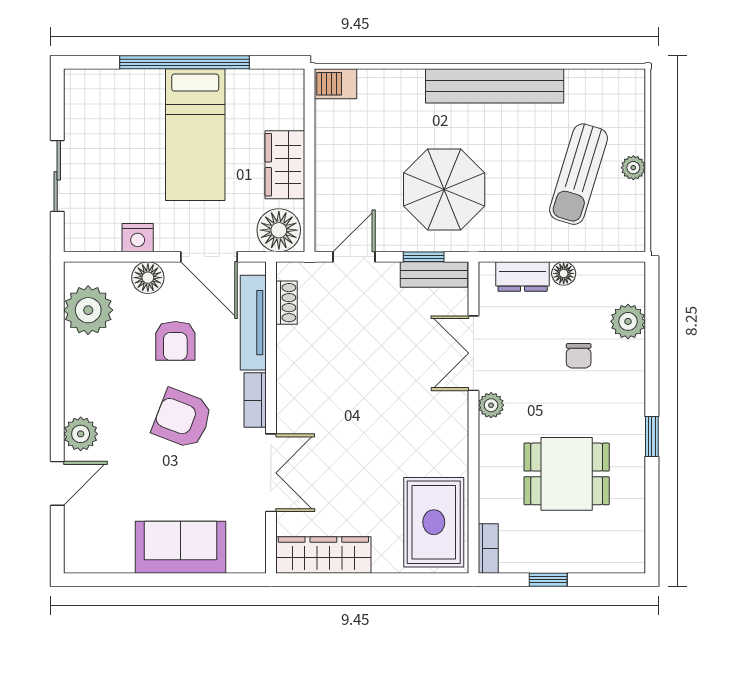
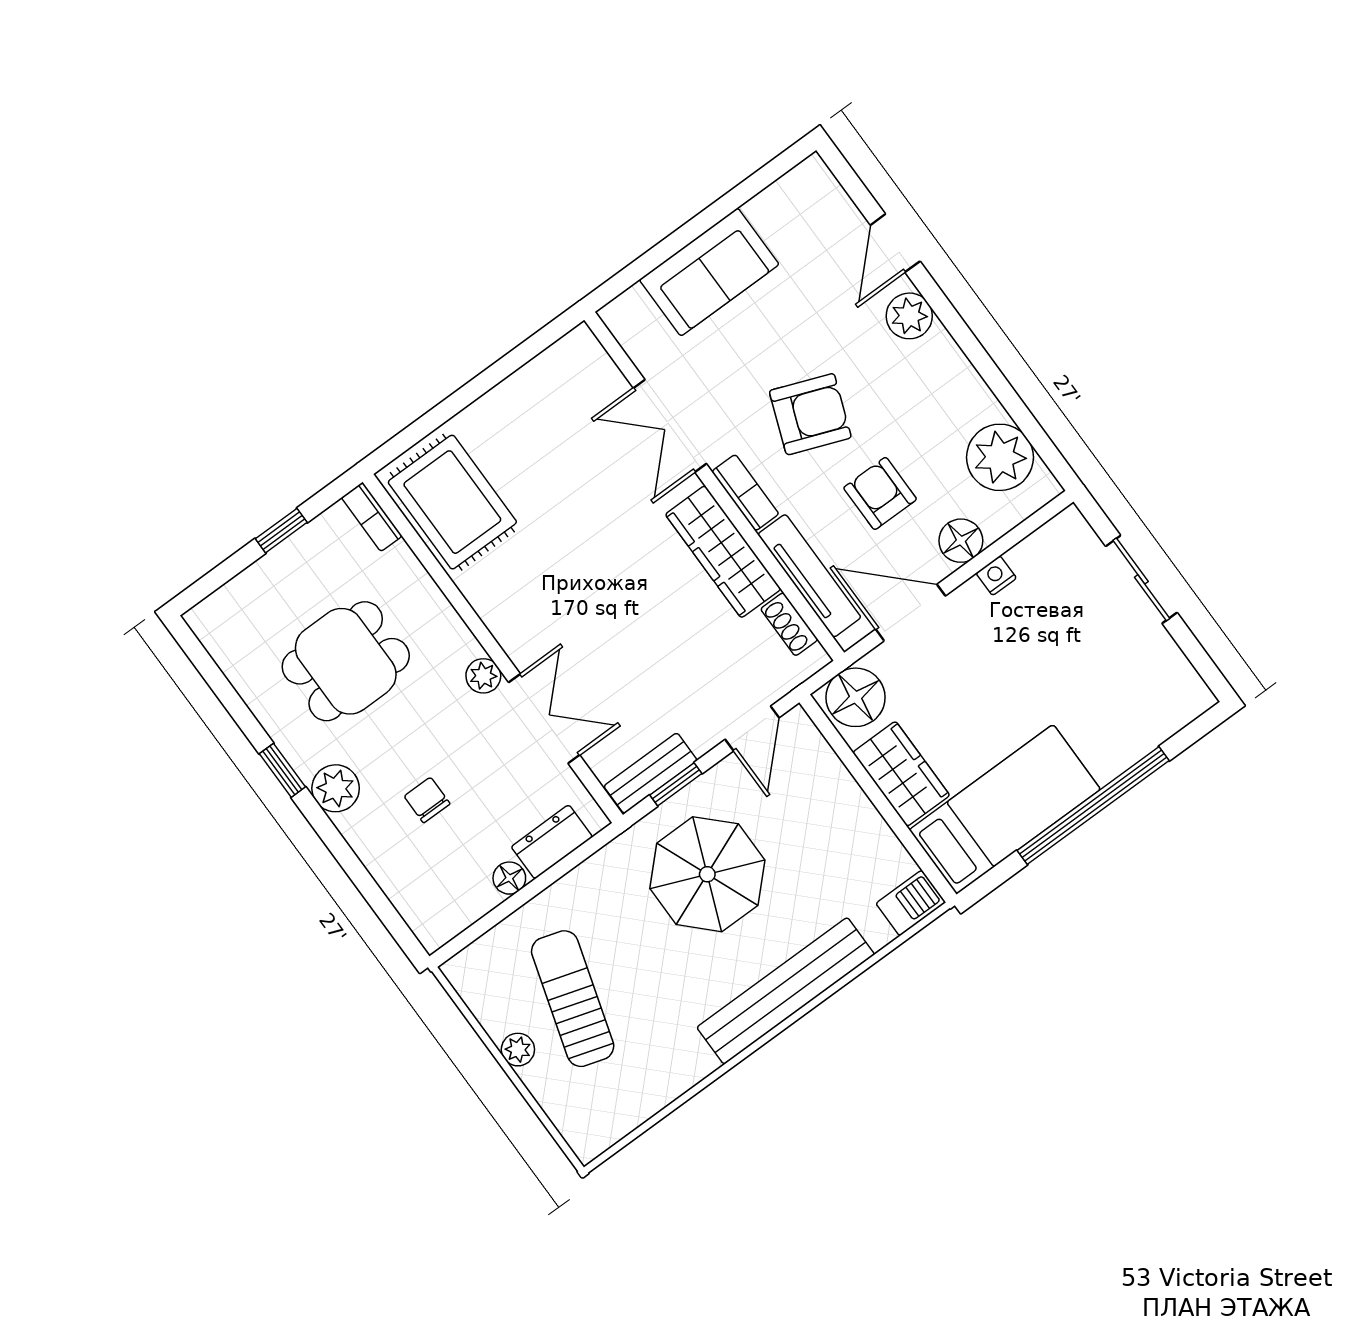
bench: (495, 86) -> (786, 991), moved
bed: (195, 135) -> (1005, 809), moved, turned 90
nightstand: (138, 238) -> (996, 576), width x0.72, depth x0.74
plant: (628, 321) -> (336, 788), moved
wardrobe: (323, 555) -> (723, 552), moved, turned 90

